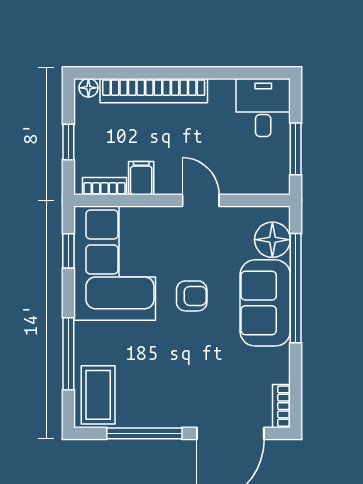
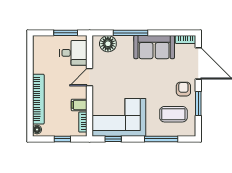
desk: (263, 108) -> (73, 53), moved, turned 180
window: (296, 288) -> (130, 33), width x0.68
armchair: (192, 296) -> (183, 89), moved
sofa: (265, 303) -> (154, 47), moved
coffee table: (98, 395) -> (173, 114), moved
window: (144, 433) -> (198, 103), width x0.69

